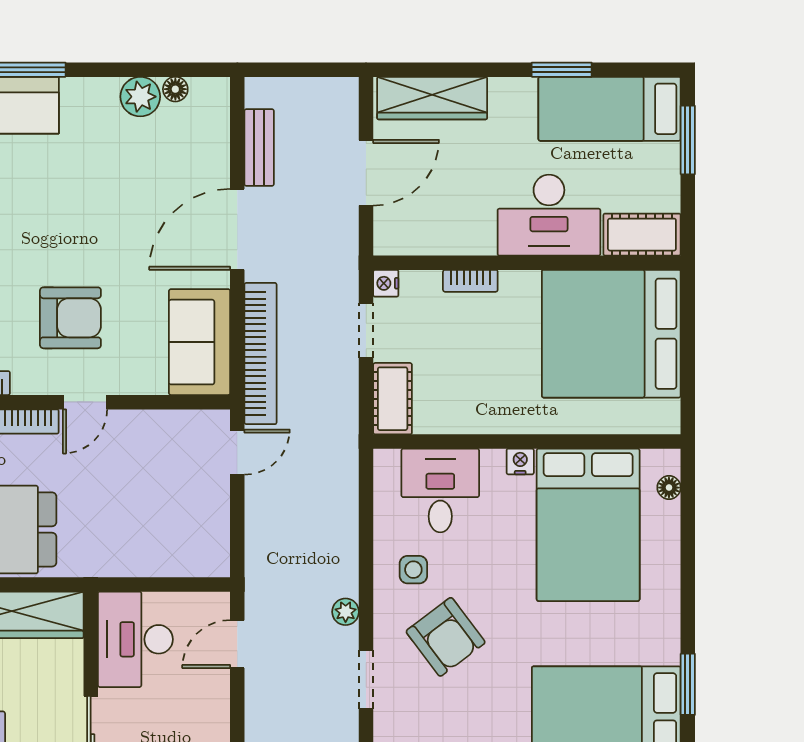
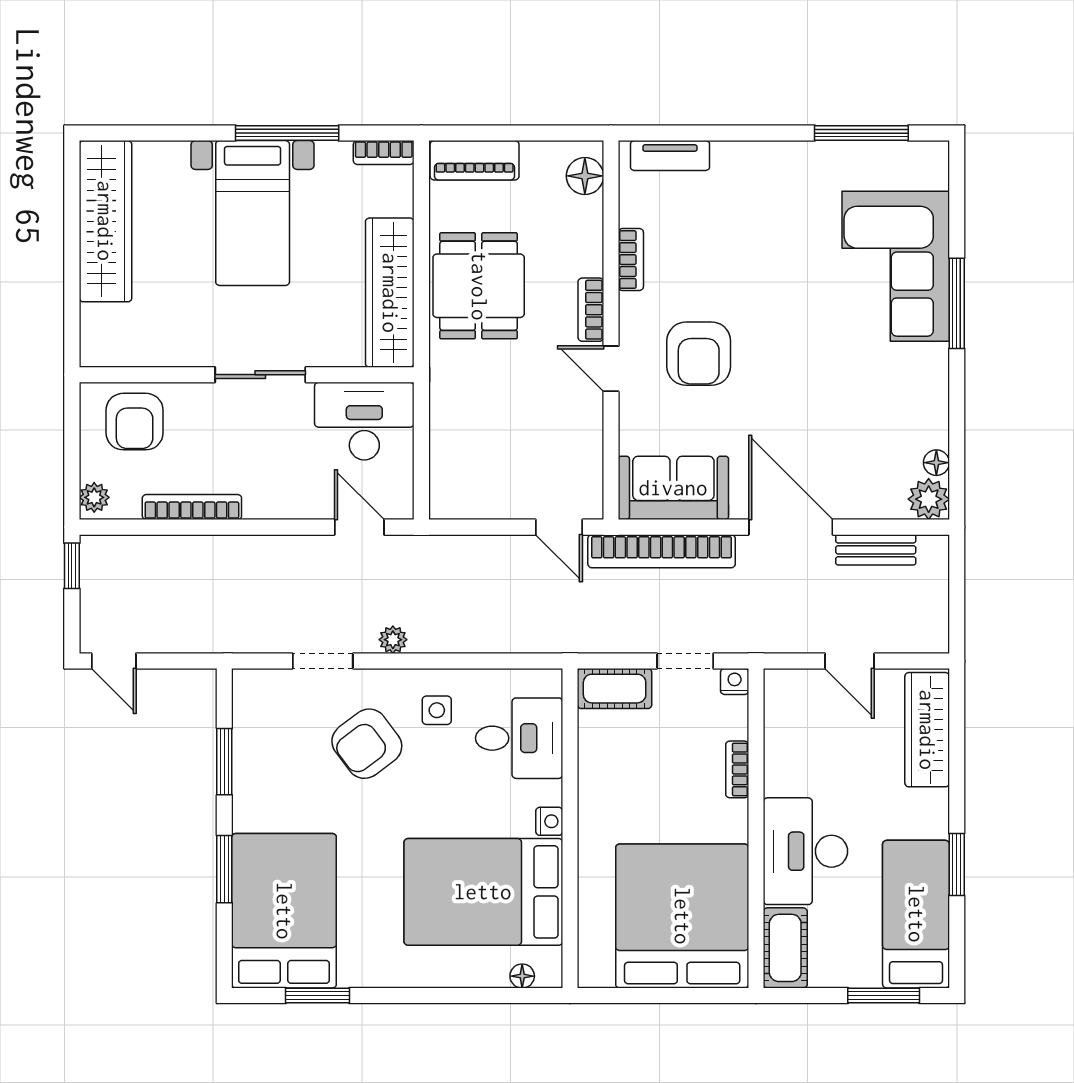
plant: (140, 97) -> (929, 499), moved
door: (366, 173) -> (850, 661), width x0.73

